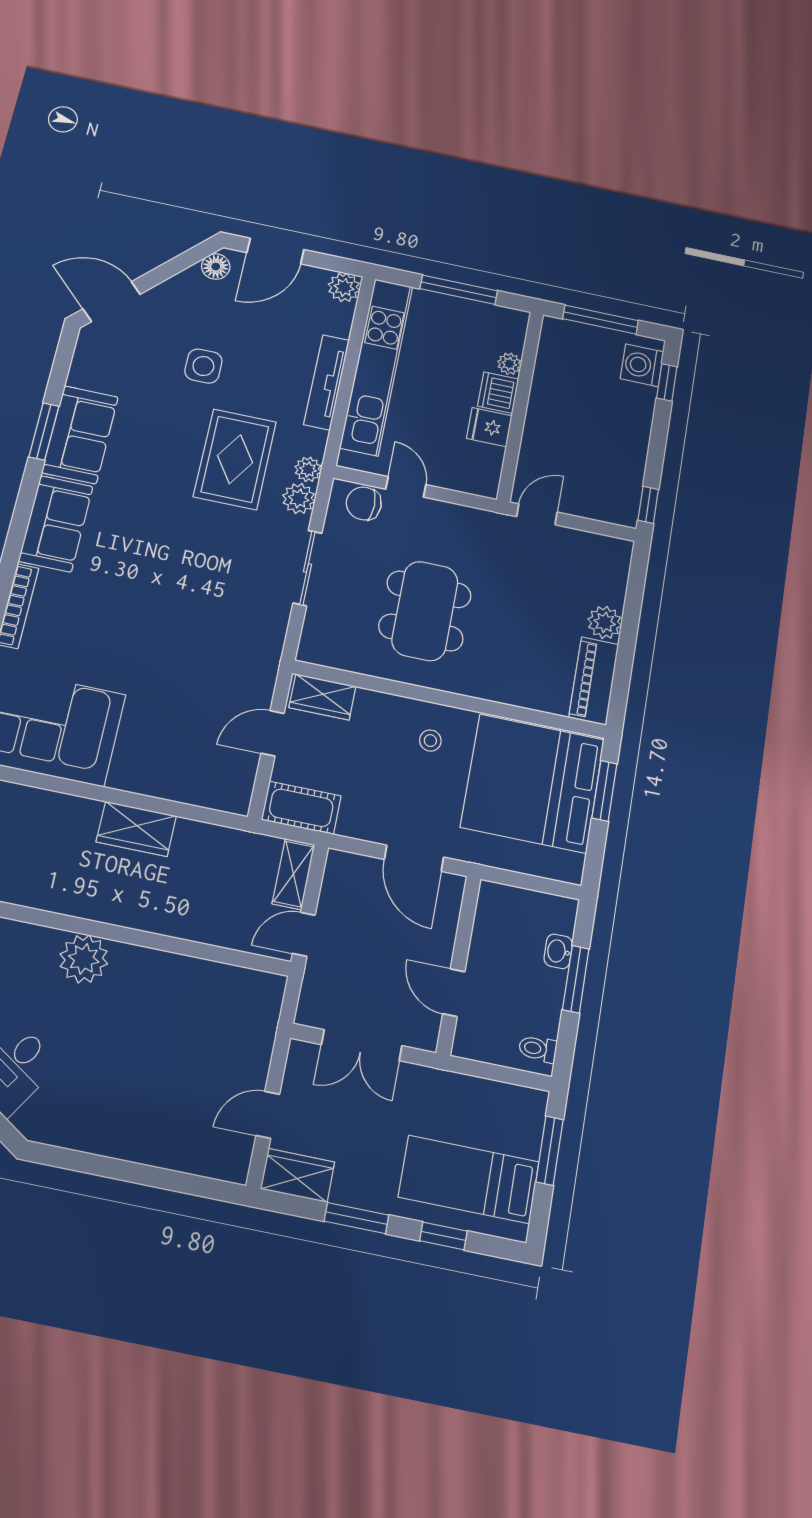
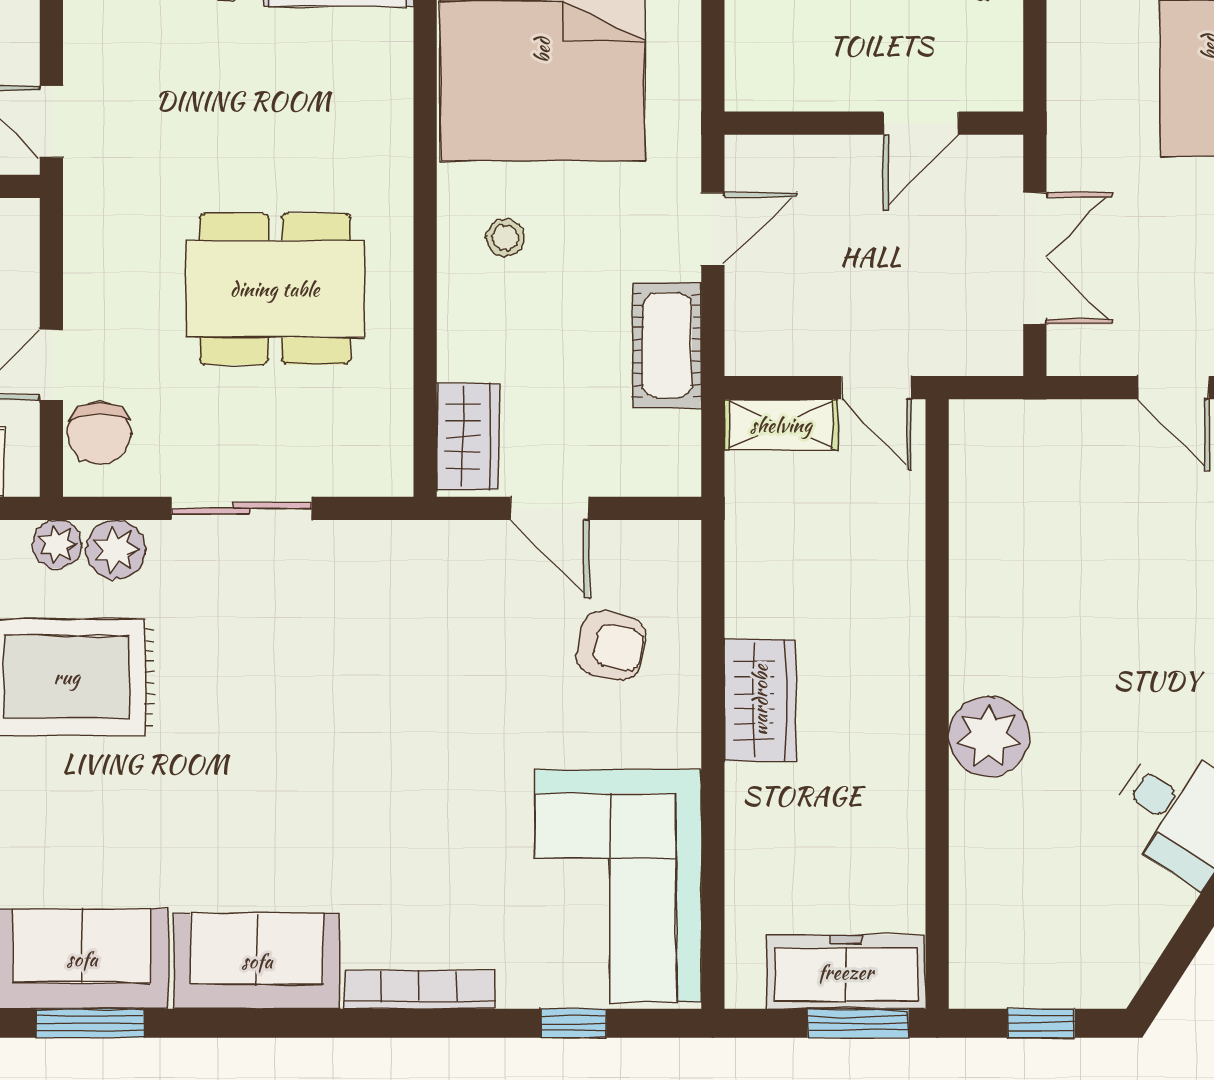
armchair: (187, 751) -> (611, 646), added
cot: (301, 808) -> (667, 345), moved
door: (414, 858) -> (713, 229), width x0.73

